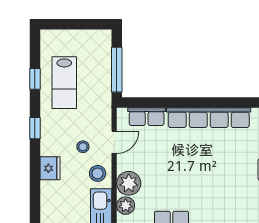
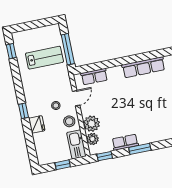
window: (35, 79) -> (11, 51), moved
lab bench: (64, 83) -> (44, 58), moved, turned -90
row of seats: (209, 118) -> (143, 67), width x0.73
window: (35, 128) -> (23, 111), moved

